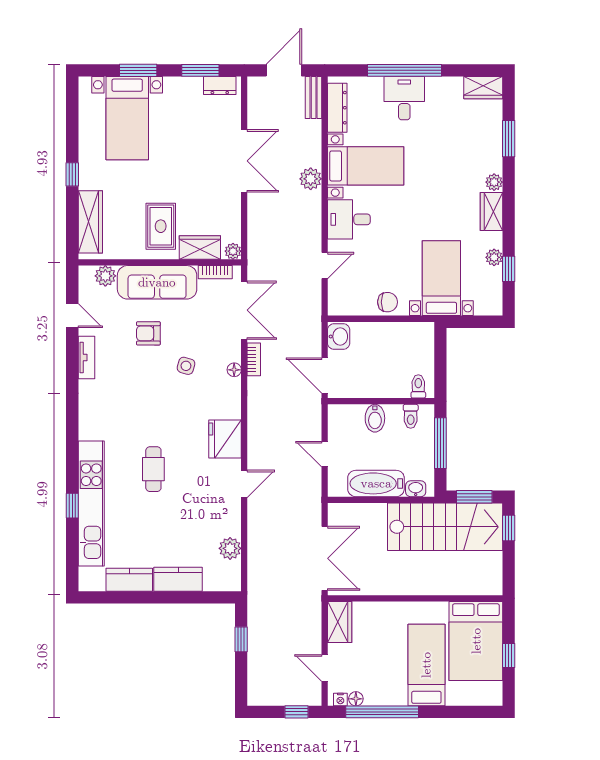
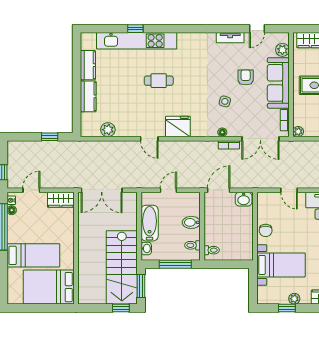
wardrobe: (200, 248) -> (301, 110), removed
window: (509, 655) -> (39, 308), removed

